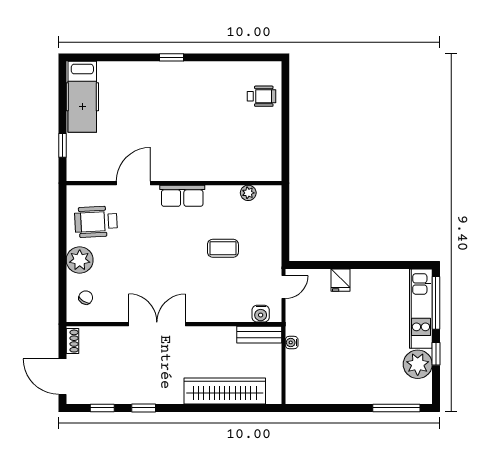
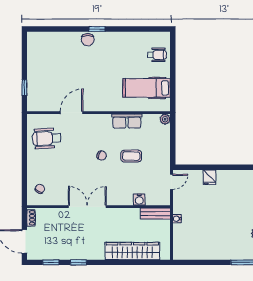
chair: (158, 73) -> (88, 40), added
hospital bed: (82, 97) -> (147, 88), moved, turned 90
plant: (248, 193) -> (165, 119), moved
row of seats: (182, 196) -> (127, 121), moved
chair: (179, 248) -> (102, 156), added
plant: (80, 260) -> (36, 164), removed
water cooler: (261, 314) -> (139, 200), moved

